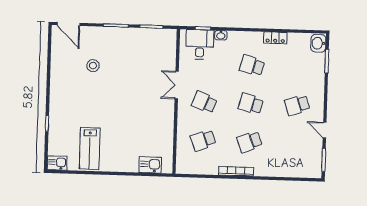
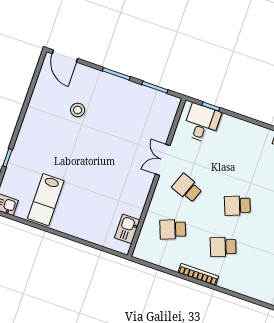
washbasin: (221, 35) -> (228, 120), removed
school desk: (252, 66) -> (252, 164), removed
school desk: (251, 104) -> (237, 206), turned -36
kitchen sink: (150, 165) -> (127, 229), moved, turned -90

